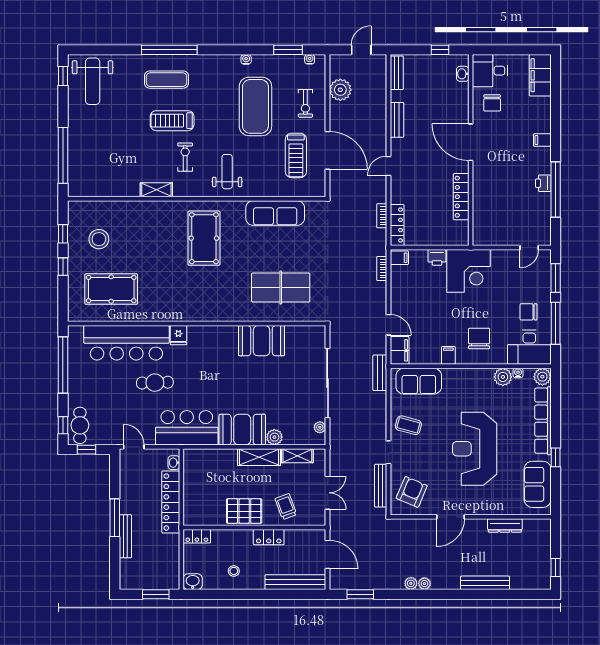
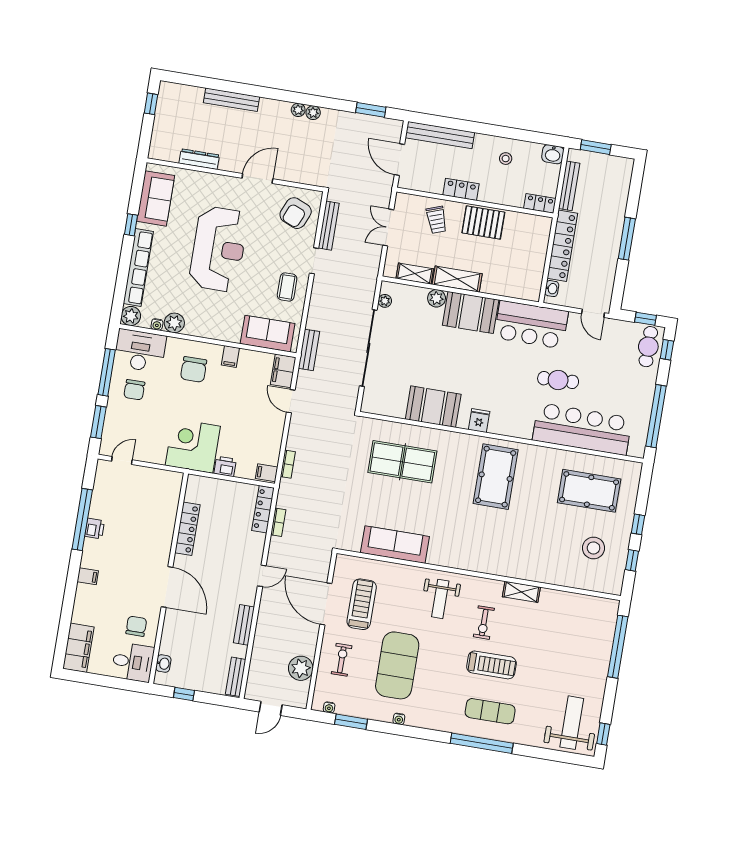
pool table: (204, 238) -> (496, 477), moved
chair: (528, 312) -> (134, 390), turned 90
fridge: (178, 335) -> (479, 421), moved
coffee table: (408, 425) -> (287, 287), turned 75
bench: (125, 536) -> (569, 186), moved

